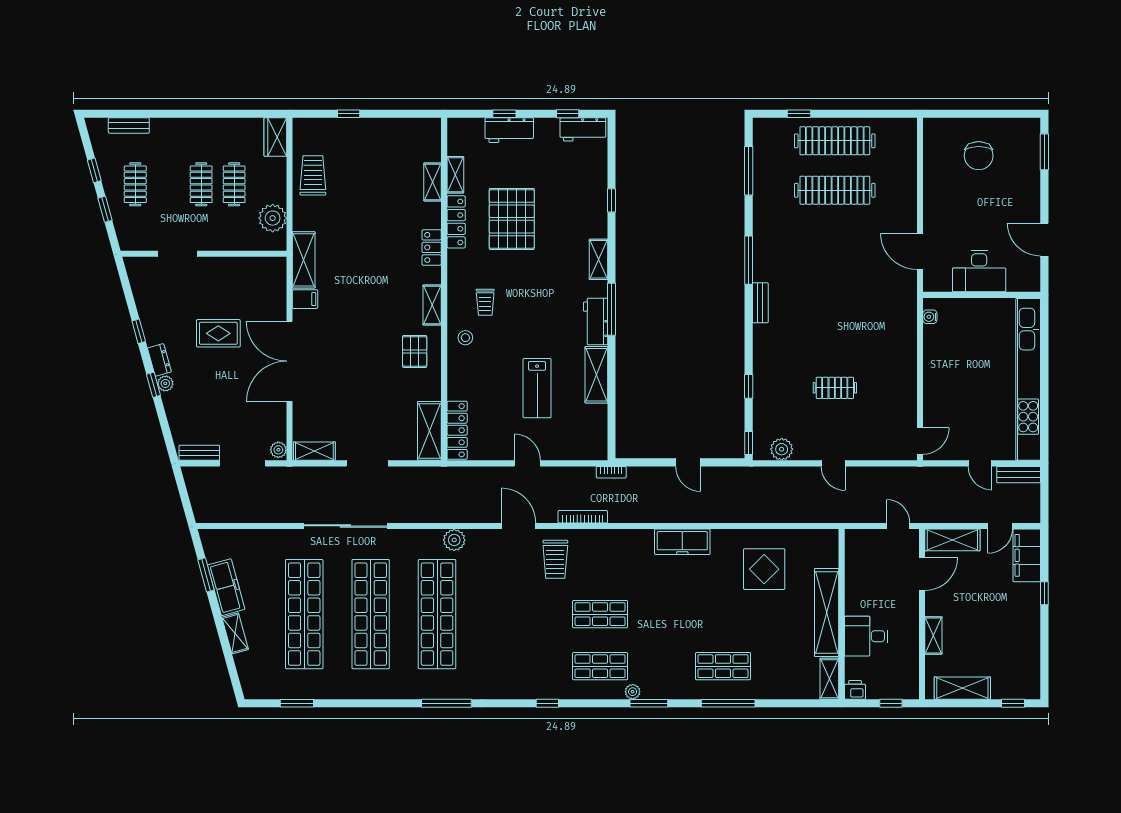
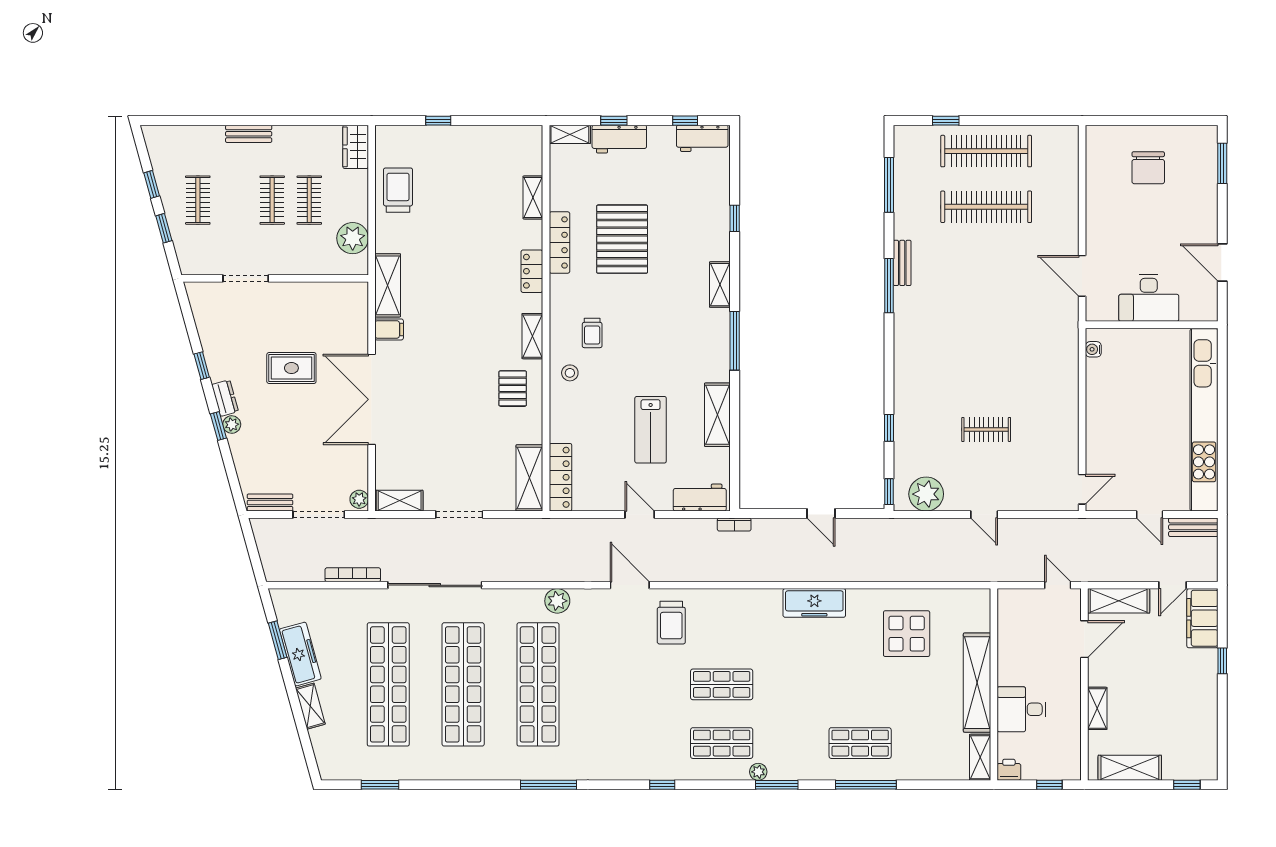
bench: (129, 125) -> (249, 134), moved
shelving: (455, 175) -> (570, 134), moved, turned 90
bench: (760, 303) -> (902, 263), moved
workbench: (596, 322) -> (700, 498), moved, turned 90
plant: (782, 449) -> (926, 494), width x1.36, depth x1.36
bookcase: (583, 517) -> (353, 575), moved

